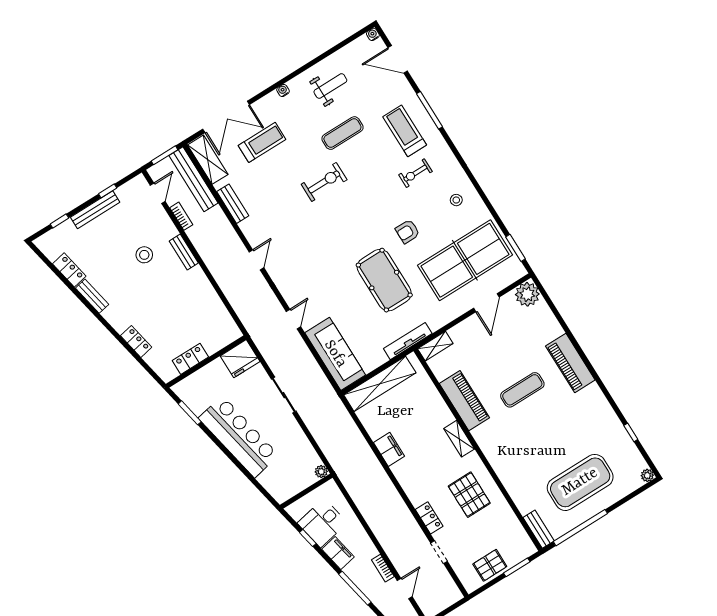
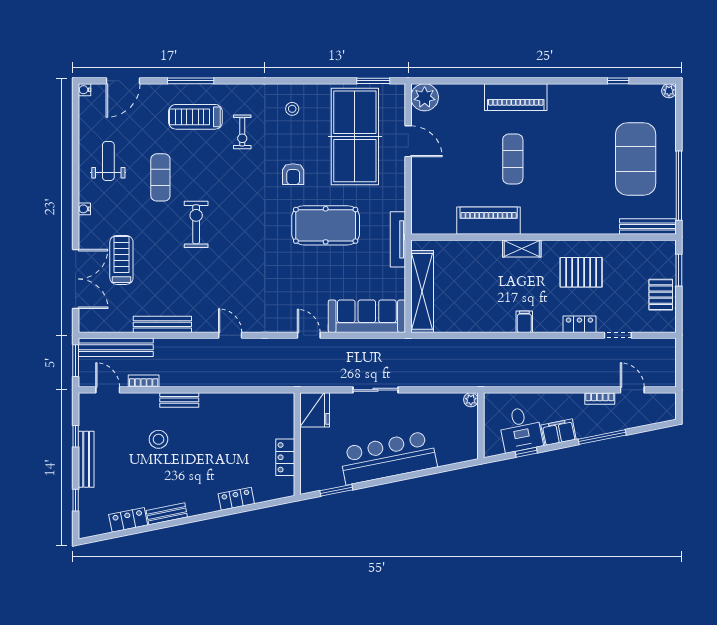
shelving: (208, 160) -> (105, 322), removed
bench: (233, 204) -> (162, 324), width x1.36
shelving: (435, 346) -> (419, 216), removed
filing cabinet: (389, 449) -> (524, 322), moved, width x0.50
bench: (539, 529) -> (648, 227), width x1.36

